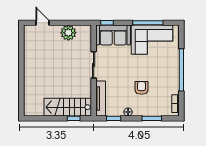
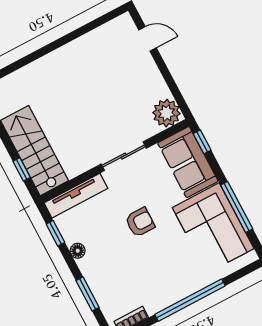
door: (42, 23) -> (148, 39), hinge flipped
plant: (68, 33) -> (167, 113), moved
armchair: (141, 88) -> (140, 222), moved

